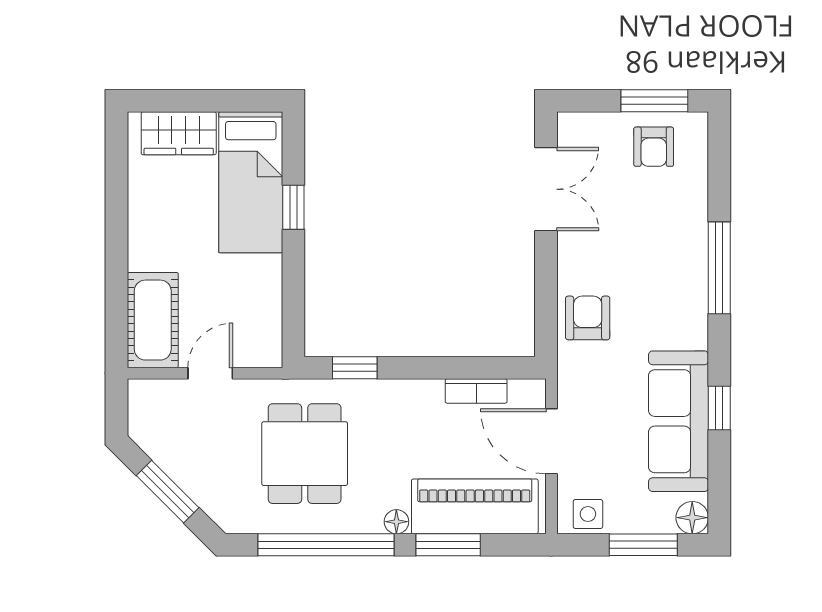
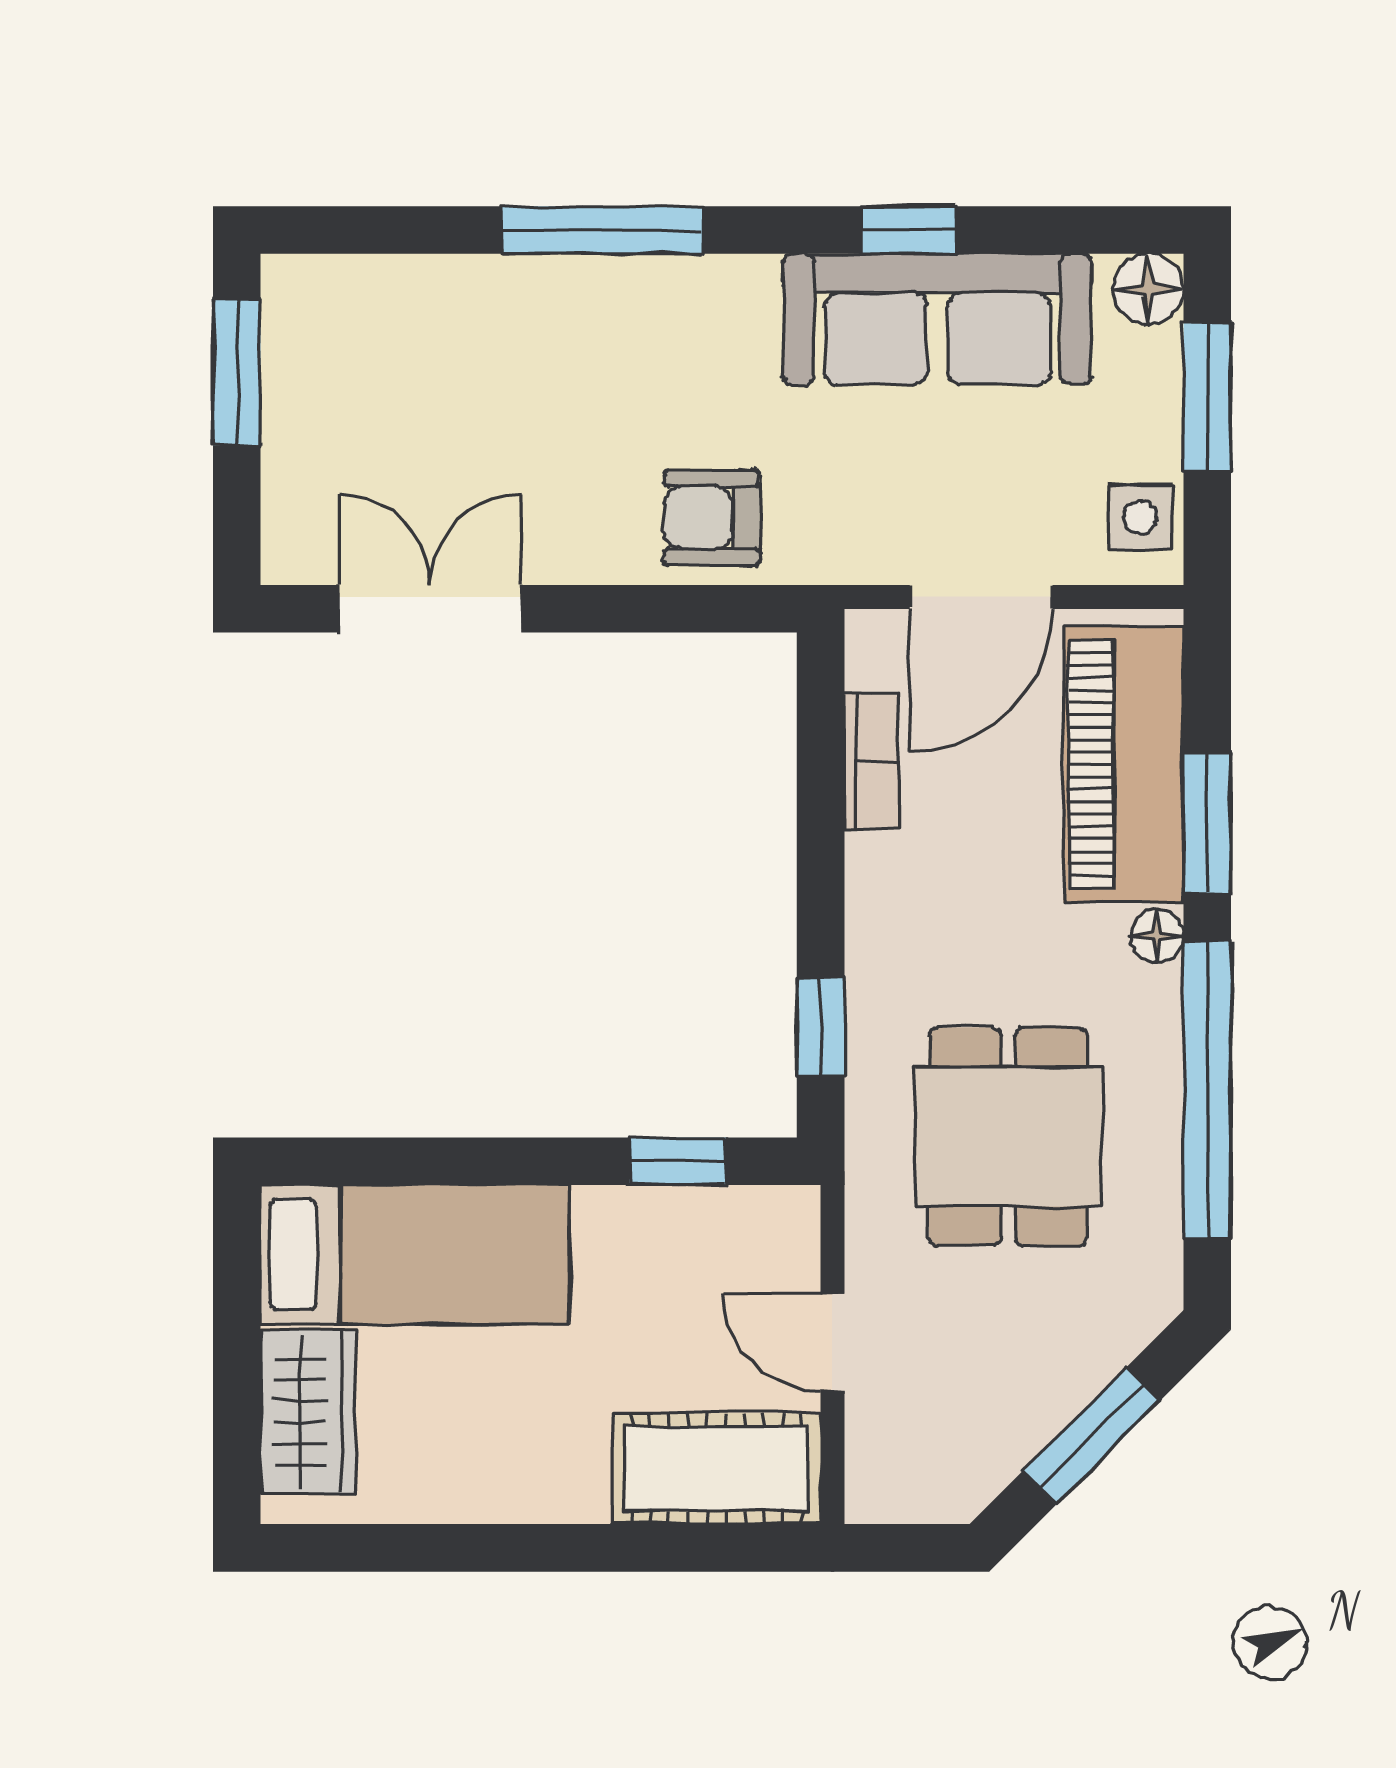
armchair: (654, 147) -> (337, 373), removed
window: (293, 207) -> (678, 1161), moved
dining table: (305, 454) -> (1008, 1136), turned 90

